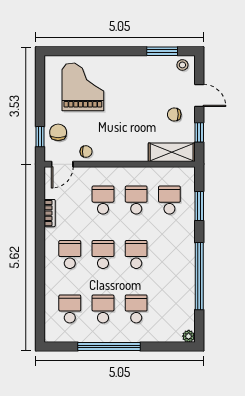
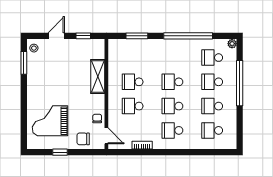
chair: (174, 114) -> (70, 54), removed
window: (40, 137) -> (60, 152), moved
shelving: (172, 152) -> (98, 77), moved
school desk: (169, 200) -> (212, 58), moved
window: (109, 347) -> (240, 83), moved

